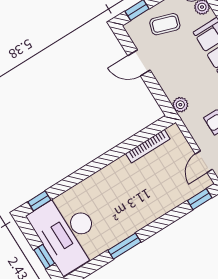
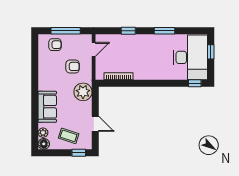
plant: (180, 105) -> (83, 92), width x1.88, depth x1.88
window: (200, 199) -> (128, 31), moved

